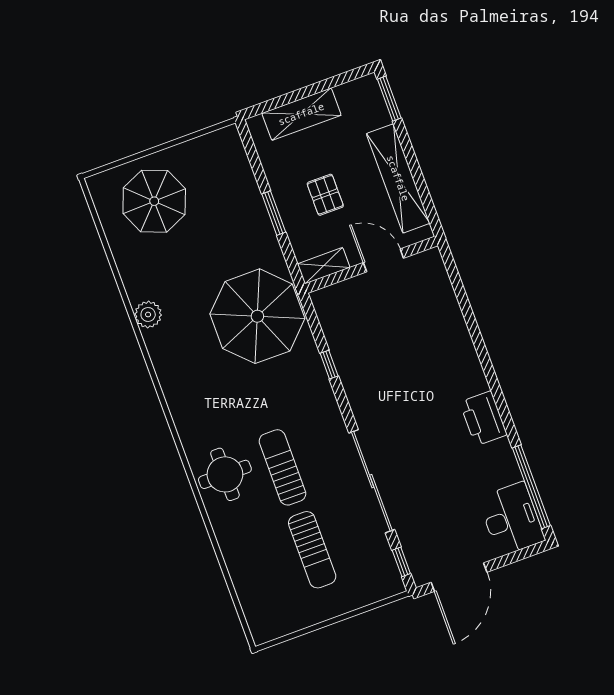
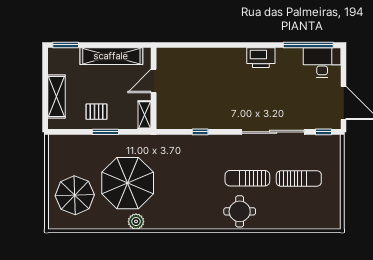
pallet: (325, 195) -> (97, 112), moved
parasol: (257, 316) -> (128, 183), moved

